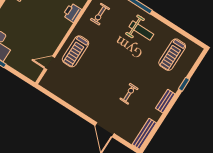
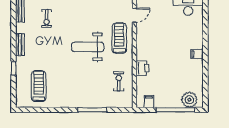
weight bench: (141, 31) -> (88, 47), moved, width x1.36, depth x1.33
exercise bike: (129, 94) -> (47, 19), moved

